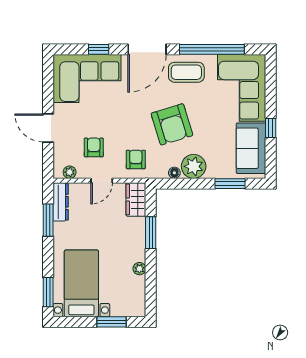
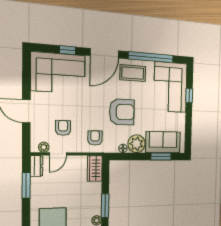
armchair: (172, 124) -> (122, 112), turned -73
window: (271, 128) -> (189, 96), moved
sofa: (251, 148) -> (163, 142), moved, turned 90
door: (102, 181) -> (58, 154), moved
dresser: (61, 202) -> (36, 166), width x0.70
window: (151, 233) -> (105, 206), moved

